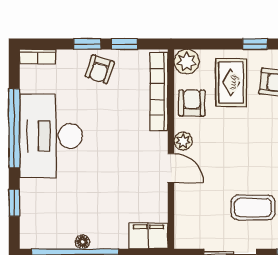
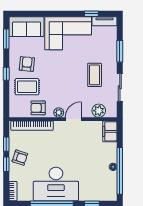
plant: (187, 62) -> (99, 111), moved

